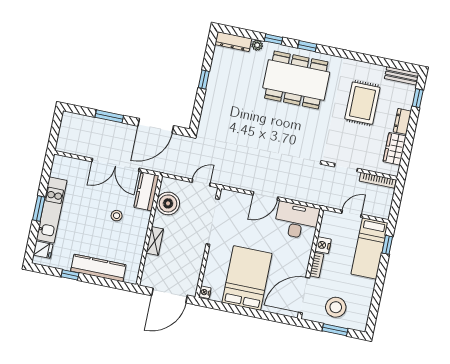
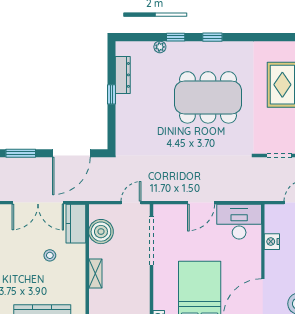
dresser: (233, 42) -> (123, 75), moved, turned -90
dining table: (296, 80) -> (208, 97), moved
bookcase: (317, 265) -> (270, 264), removed

